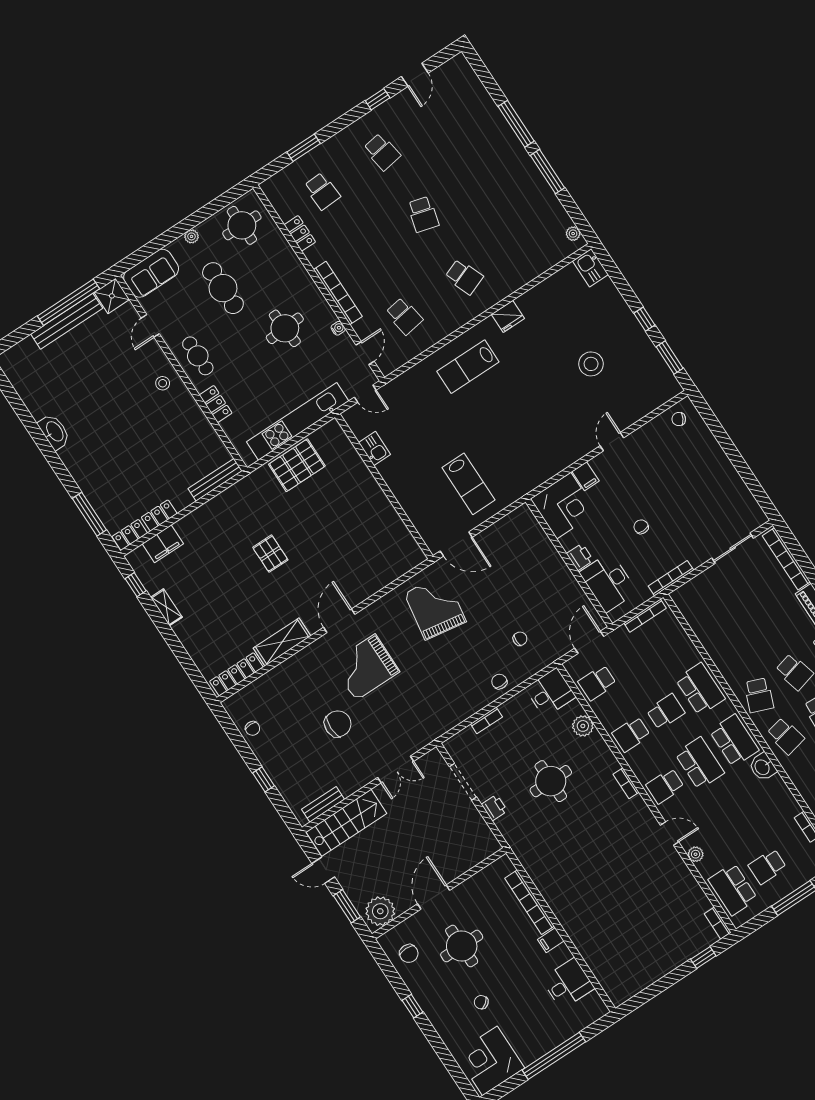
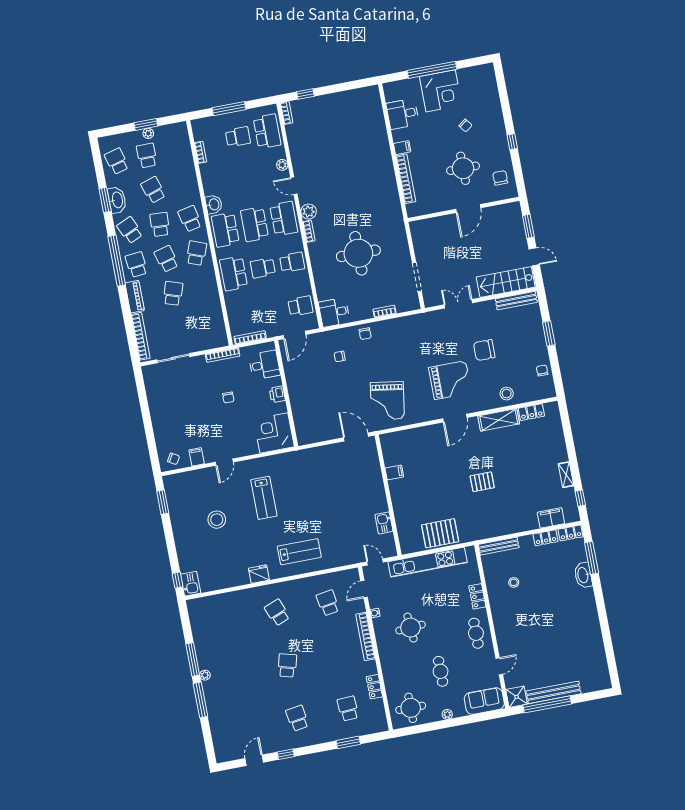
plant: (573, 234) -> (205, 675), moved
cafe table: (223, 288) -> (441, 671), width x0.73, depth x0.74
window: (644, 319) -> (178, 580), moved
stool: (163, 383) -> (514, 582), moved
washbasin: (54, 432) -> (583, 575), moved
filing cabinet: (586, 476) -> (197, 457), moved
lab bench: (468, 484) -> (264, 498), moved, turned 180
filing cabinet: (388, 519) -> (394, 472), added
pallet: (270, 554) -> (482, 482), turned 90
desk: (608, 582) -> (264, 365), width x0.73
school desk: (768, 631) -> (173, 293), added
locker: (236, 674) -> (531, 412), width x0.66
stool: (286, 680) -> (507, 394), added
plant: (583, 726) -> (309, 212), moved
window: (264, 779) -> (549, 334), width x1.50
round table: (551, 781) -> (358, 253), width x1.36, depth x1.36
school desk: (665, 786) -> (284, 219), width x1.85
bench: (323, 804) -> (516, 301), width x1.36
printer: (494, 808) -> (403, 251), removed
plant: (380, 911) -> (508, 214), removed
corner desk: (490, 1061) -> (441, 91), moved

